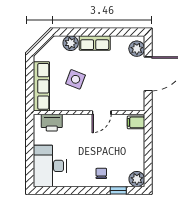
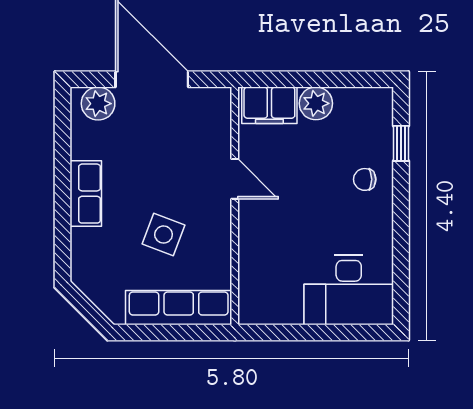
plant: (71, 43) -> (86, 245), removed
filing cabinet: (136, 122) -> (269, 105), width x2.00
printer: (52, 123) -> (256, 285), removed
plant: (137, 179) -> (316, 103), moved

